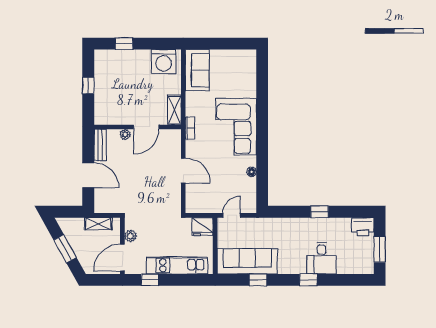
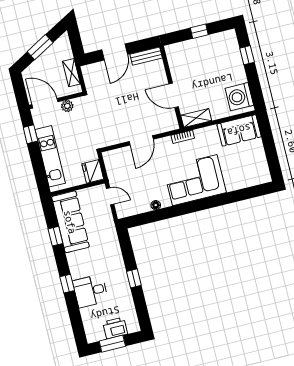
plant: (125, 135) -> (162, 77), removed
printer: (363, 227) -> (115, 328), moved, turned 90

